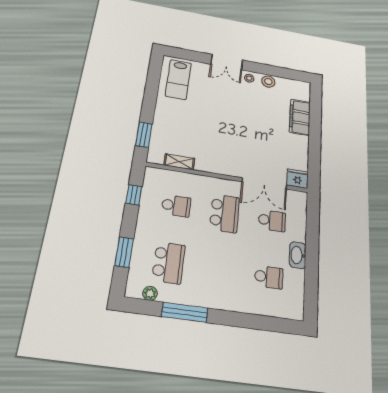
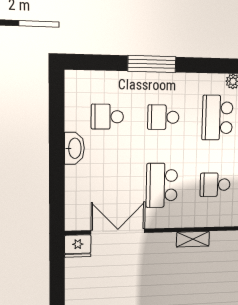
shelving: (179, 162) -> (193, 239), moved
school desk: (272, 221) -> (163, 117), moved
window: (185, 312) -> (152, 64), moved

